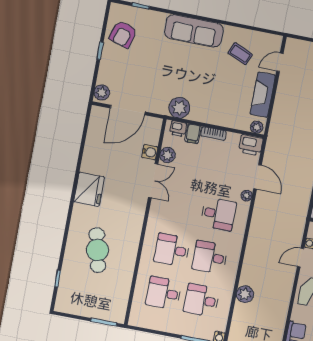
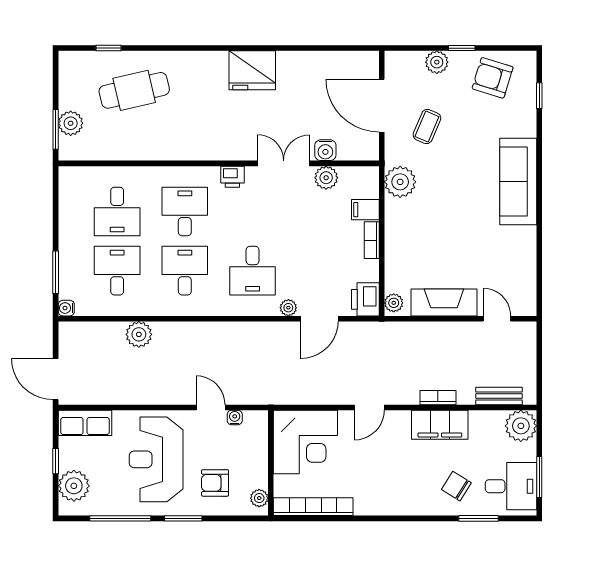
coffee table: (240, 54) -> (427, 127), moved
plant: (102, 92) -> (437, 62), moved
printer: (178, 129) -> (232, 177), moved, turned -90
double door: (153, 181) -> (284, 163), swing flipped
cafe table: (97, 250) -> (134, 90), moved
desk: (164, 293) -> (117, 211), turned 180
plant: (101, 312) -> (71, 123), added

